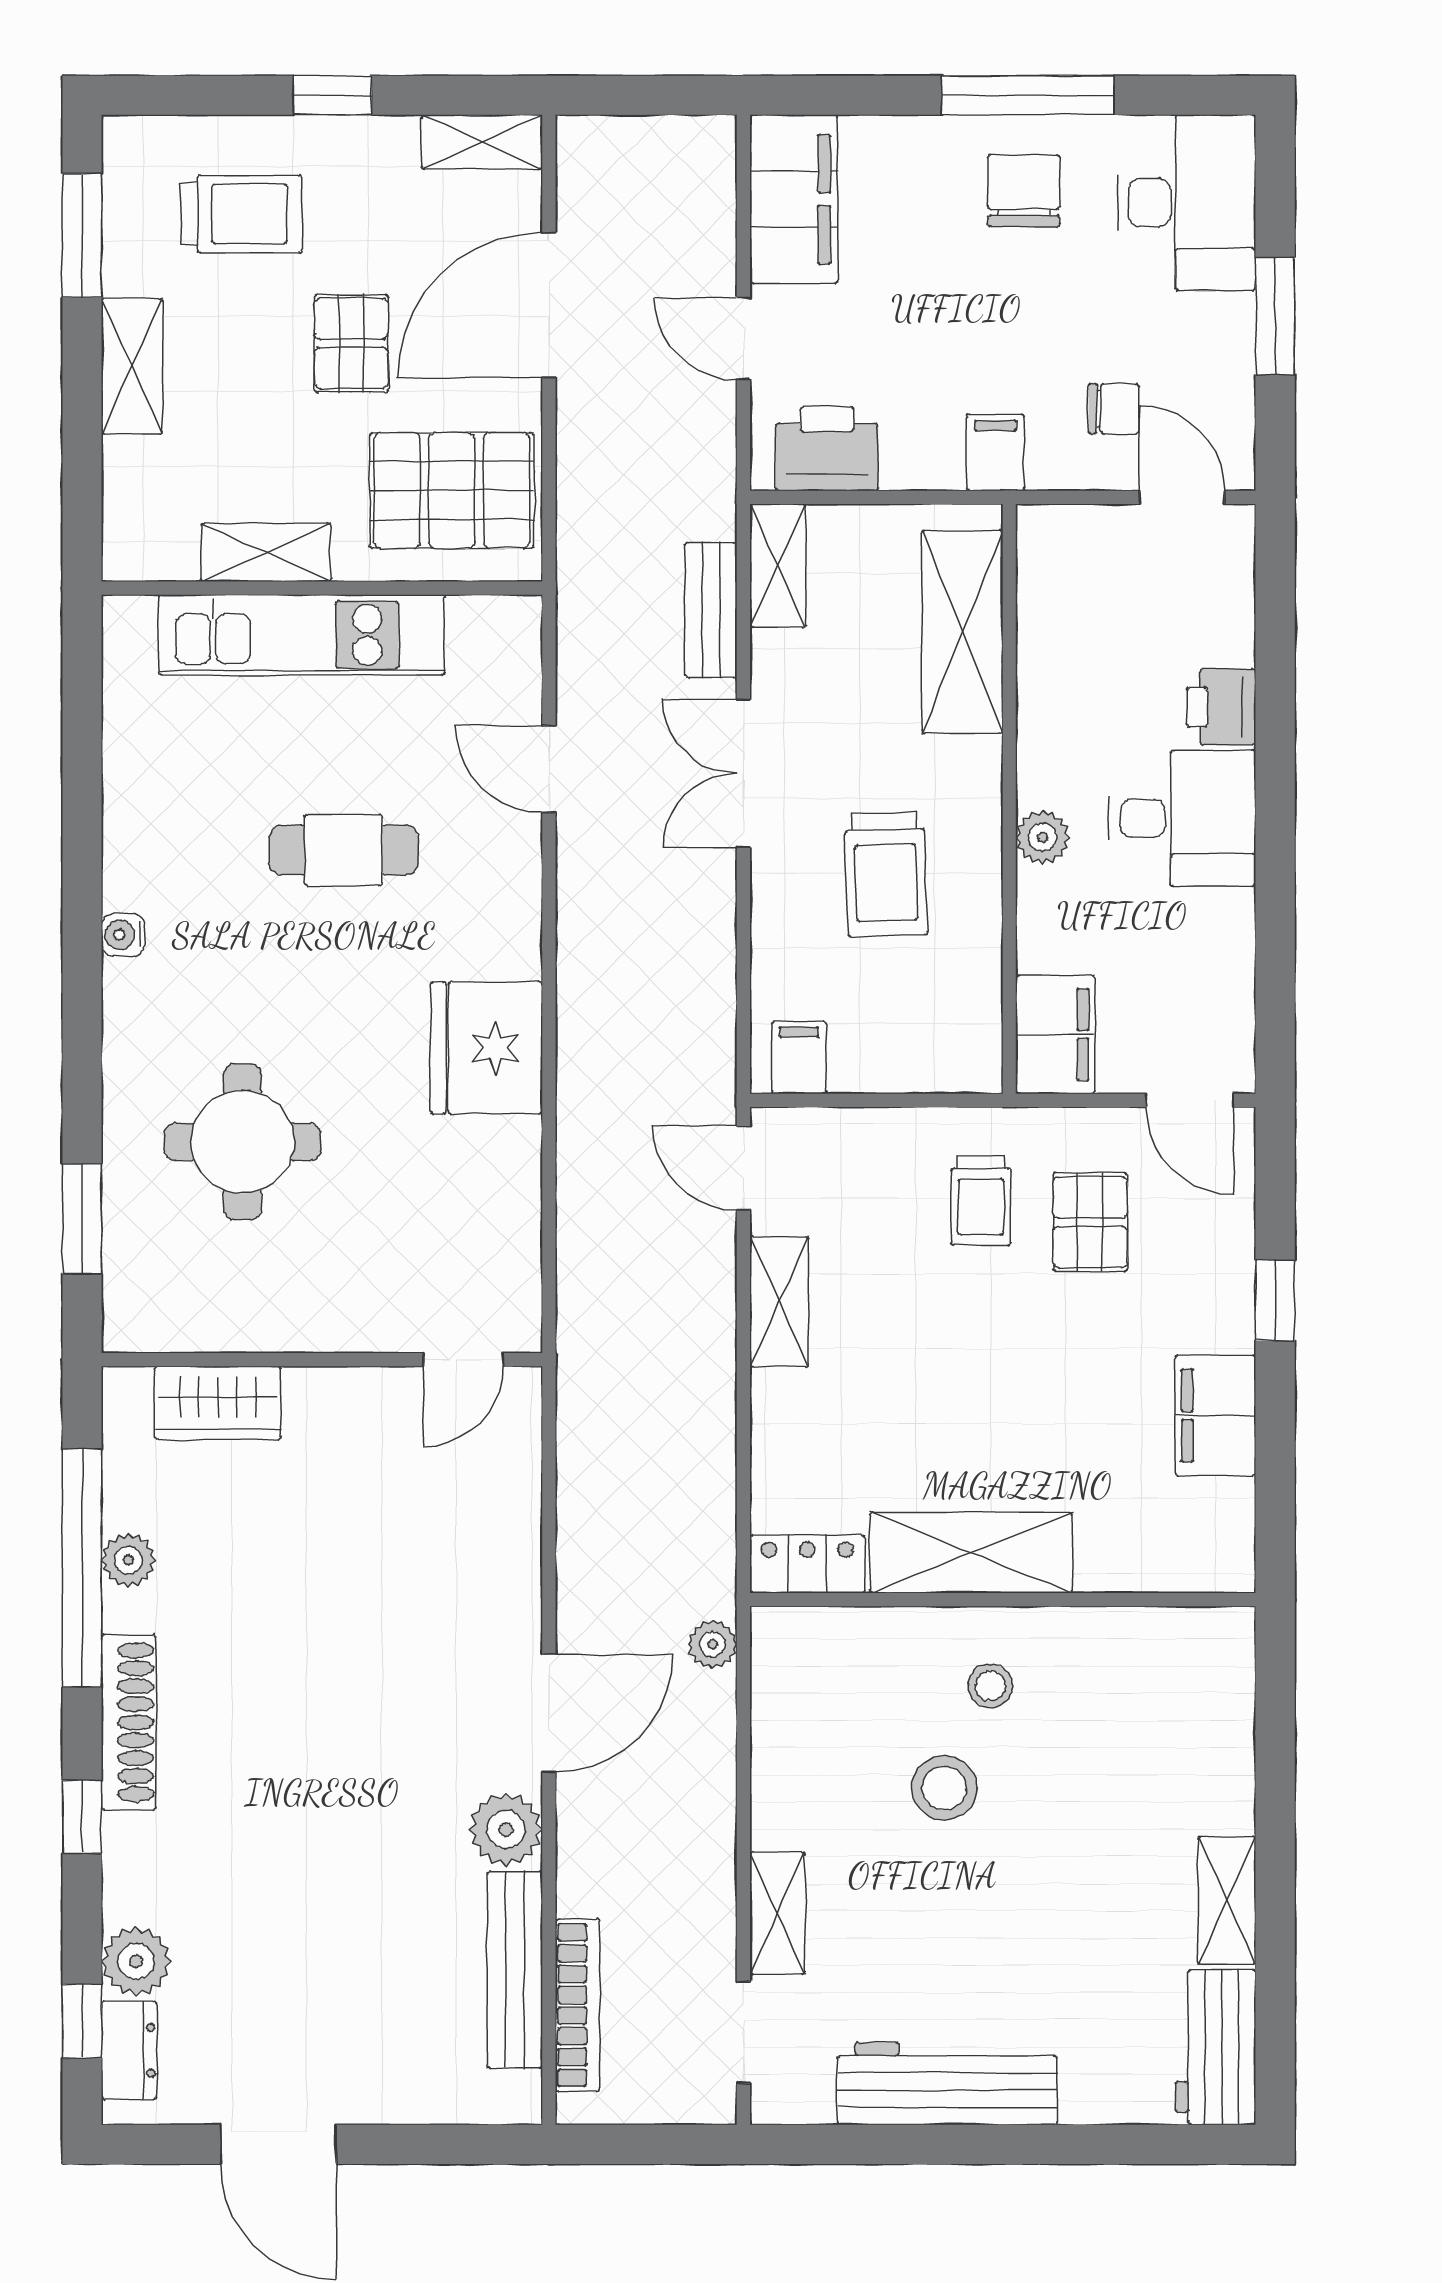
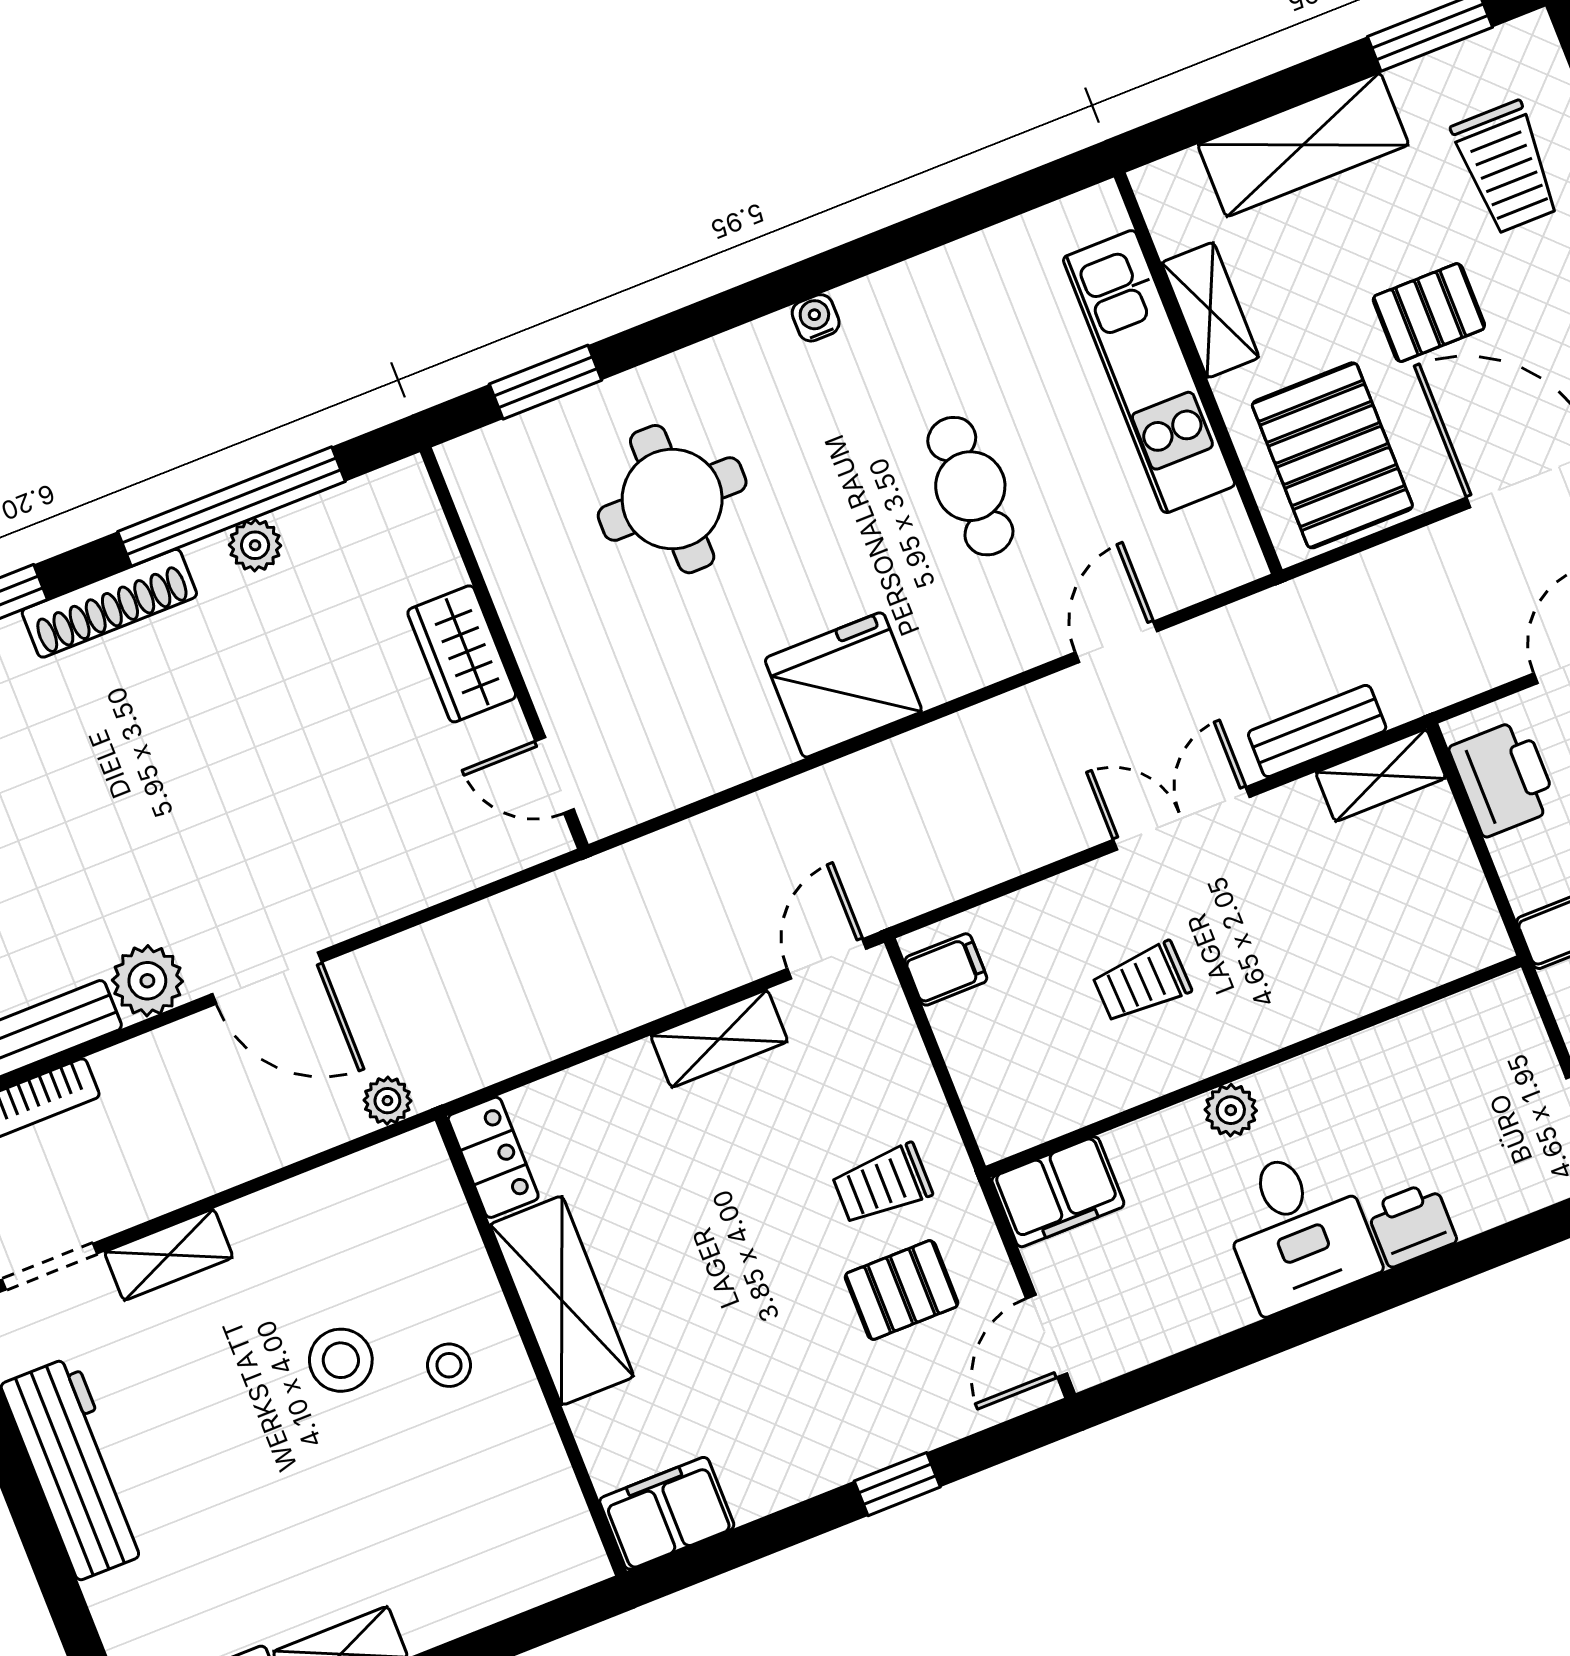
shelving: (132, 366) -> (1303, 145), width x1.50, depth x1.33
shelving: (962, 632) -> (1387, 965), removed
trolley: (886, 874) -> (1142, 982), width x0.73, depth x0.72
wardrobe: (218, 1403) -> (462, 654), moved
filing cabinet: (1215, 1416) -> (667, 1513), moved

